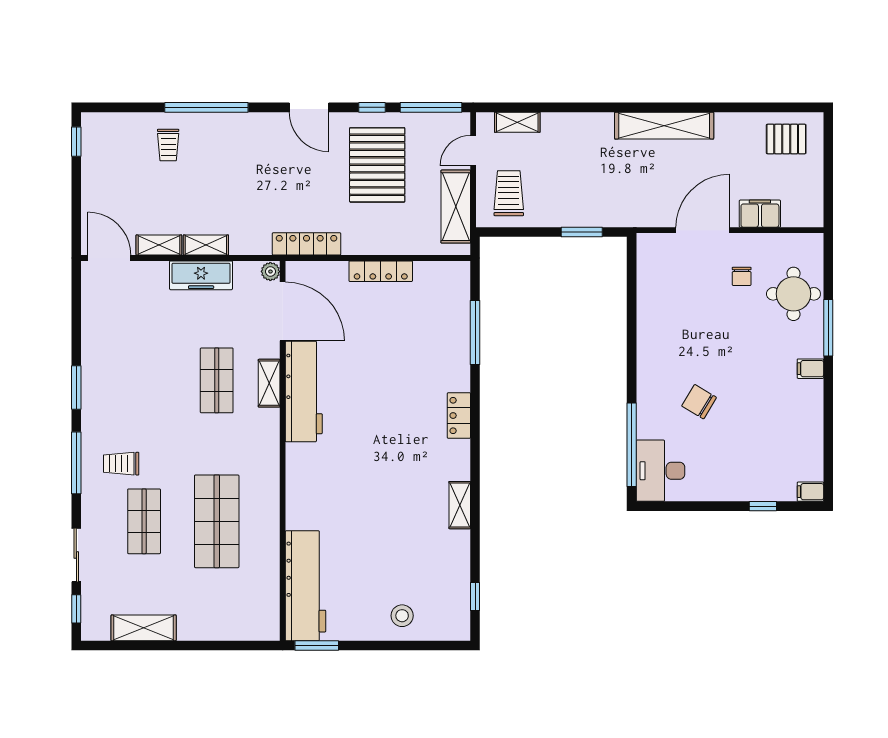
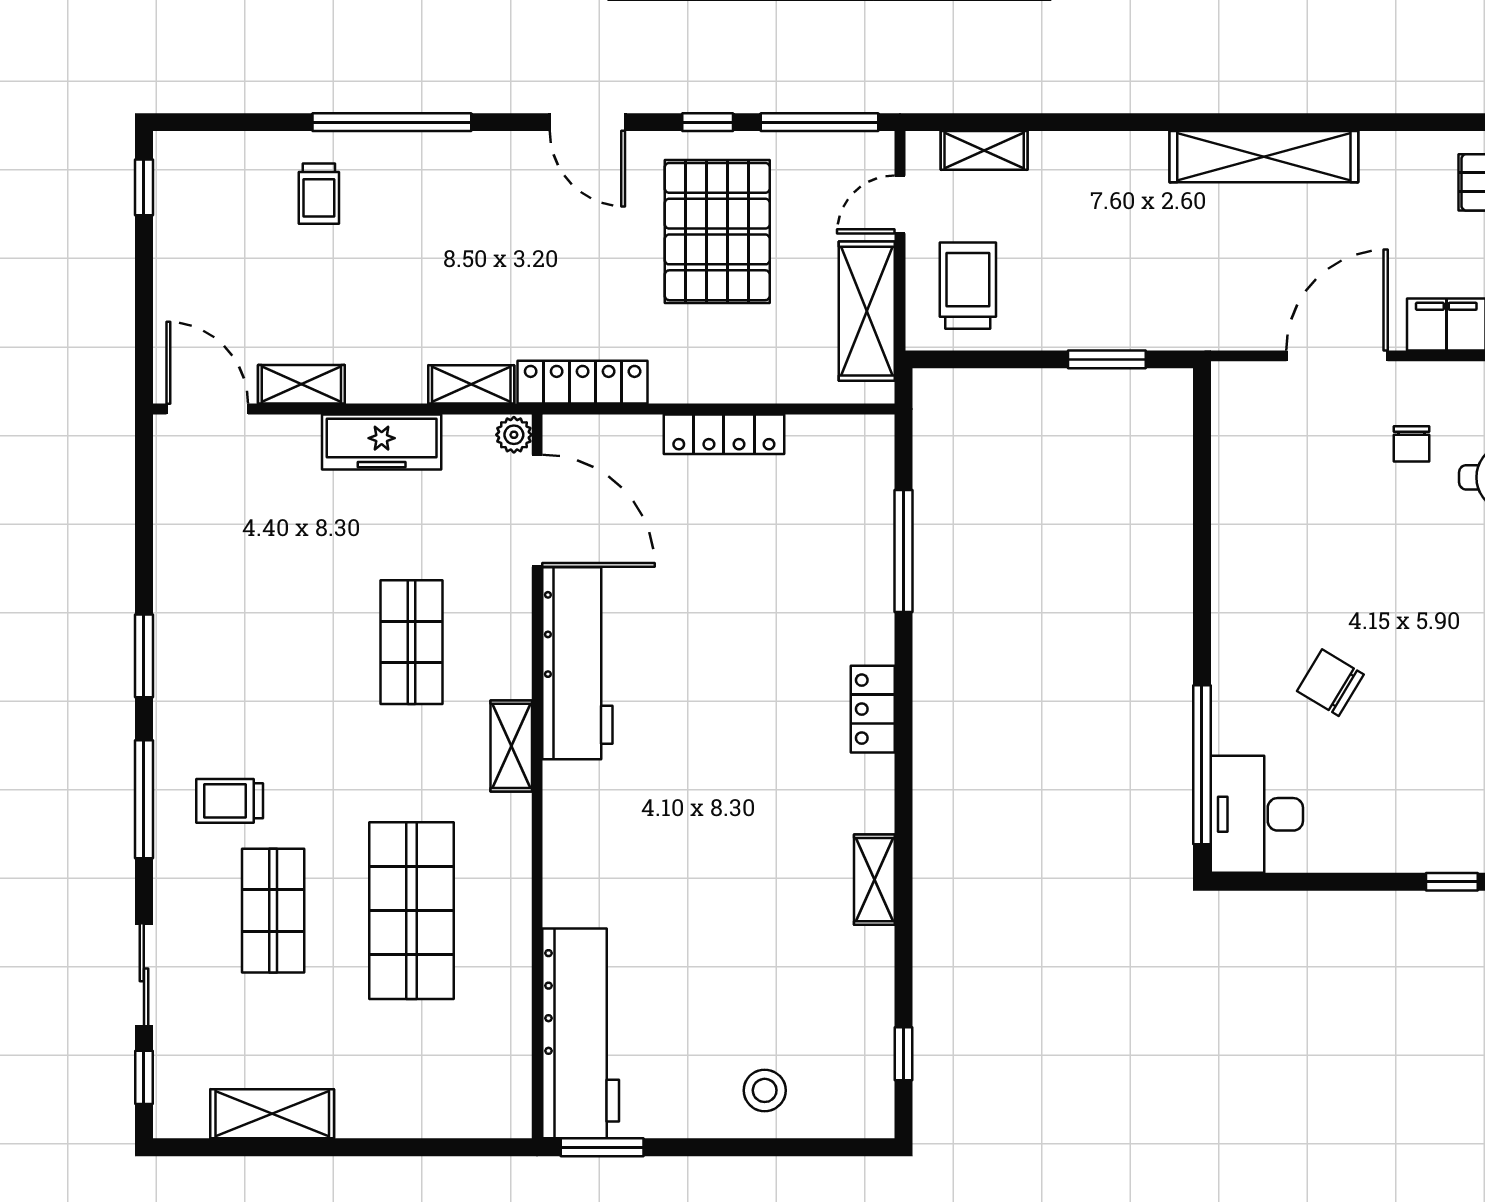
shelving: (206, 245) -> (471, 384), moved
shelving: (269, 383) -> (511, 746), moved

